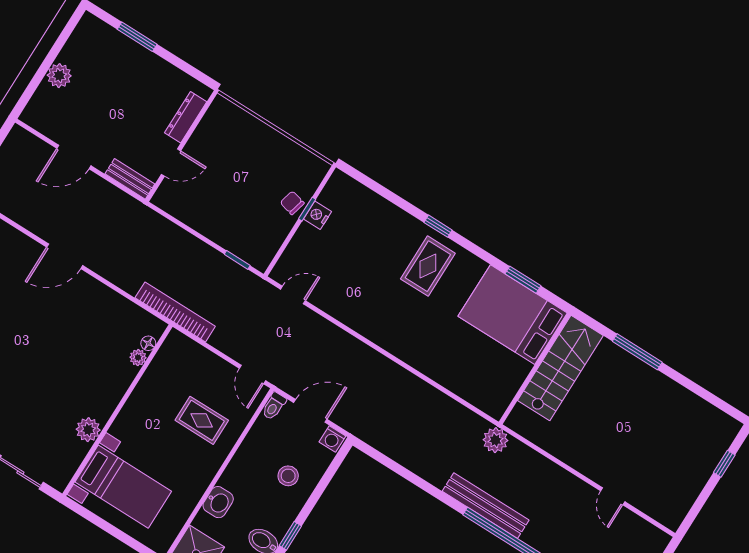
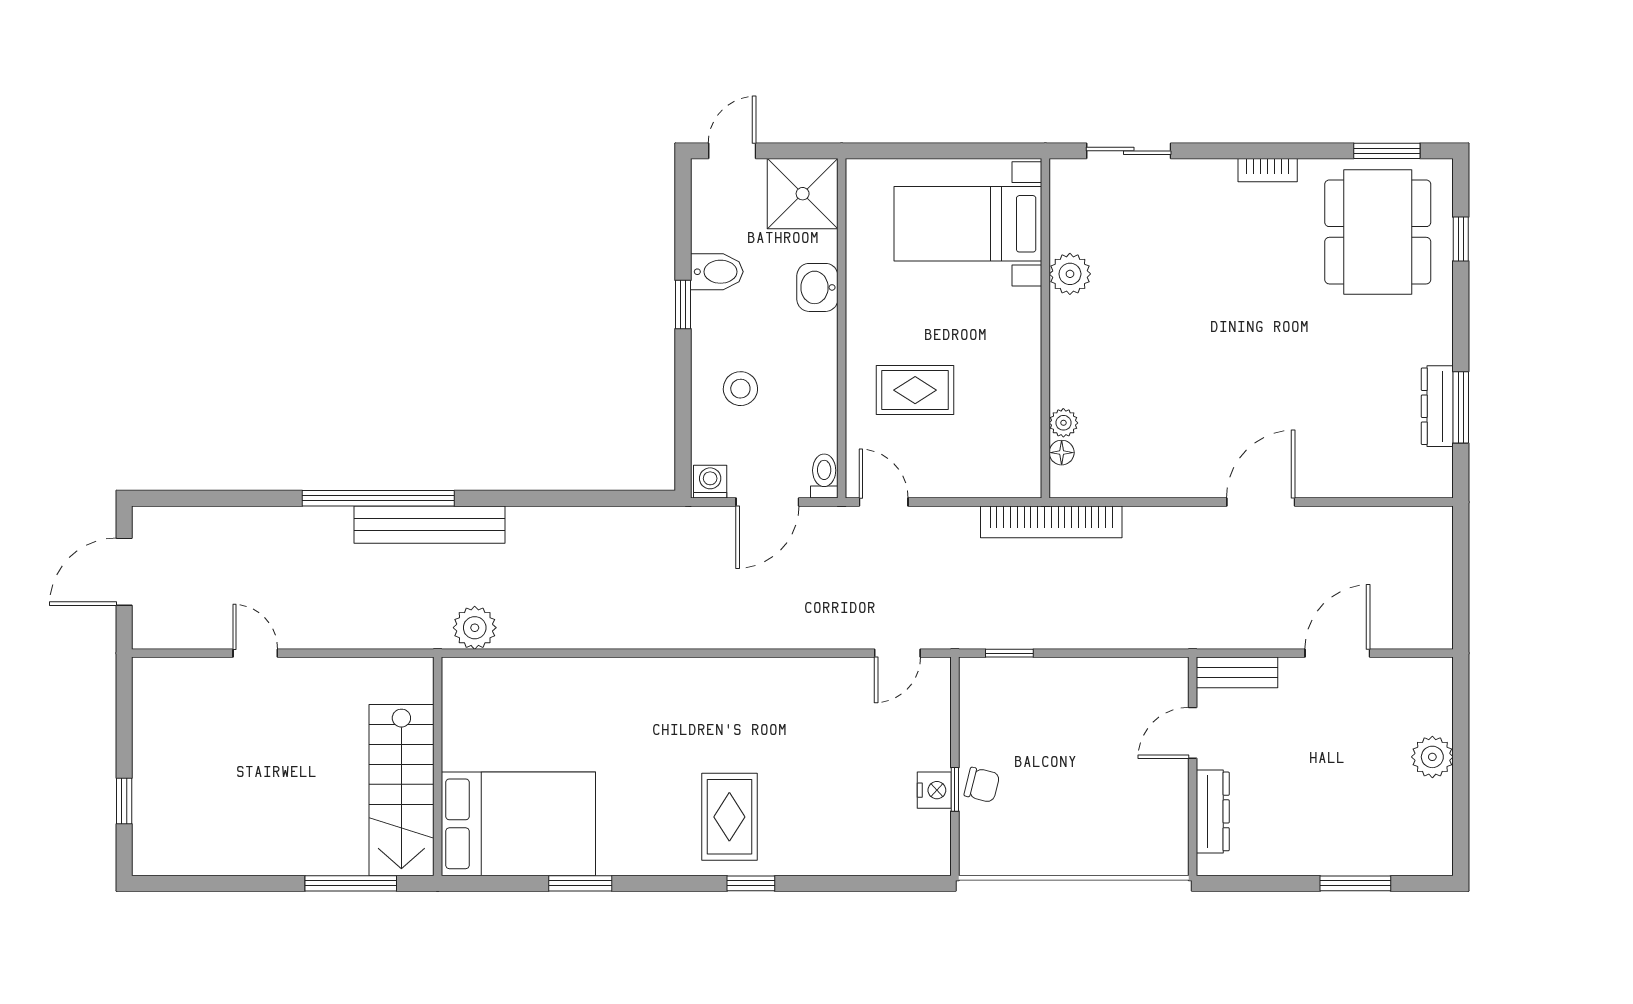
bed: (513, 315) -> (518, 824), moved
stairs: (560, 368) -> (401, 790), moved
wall: (535, 369) -> (438, 766), moved

